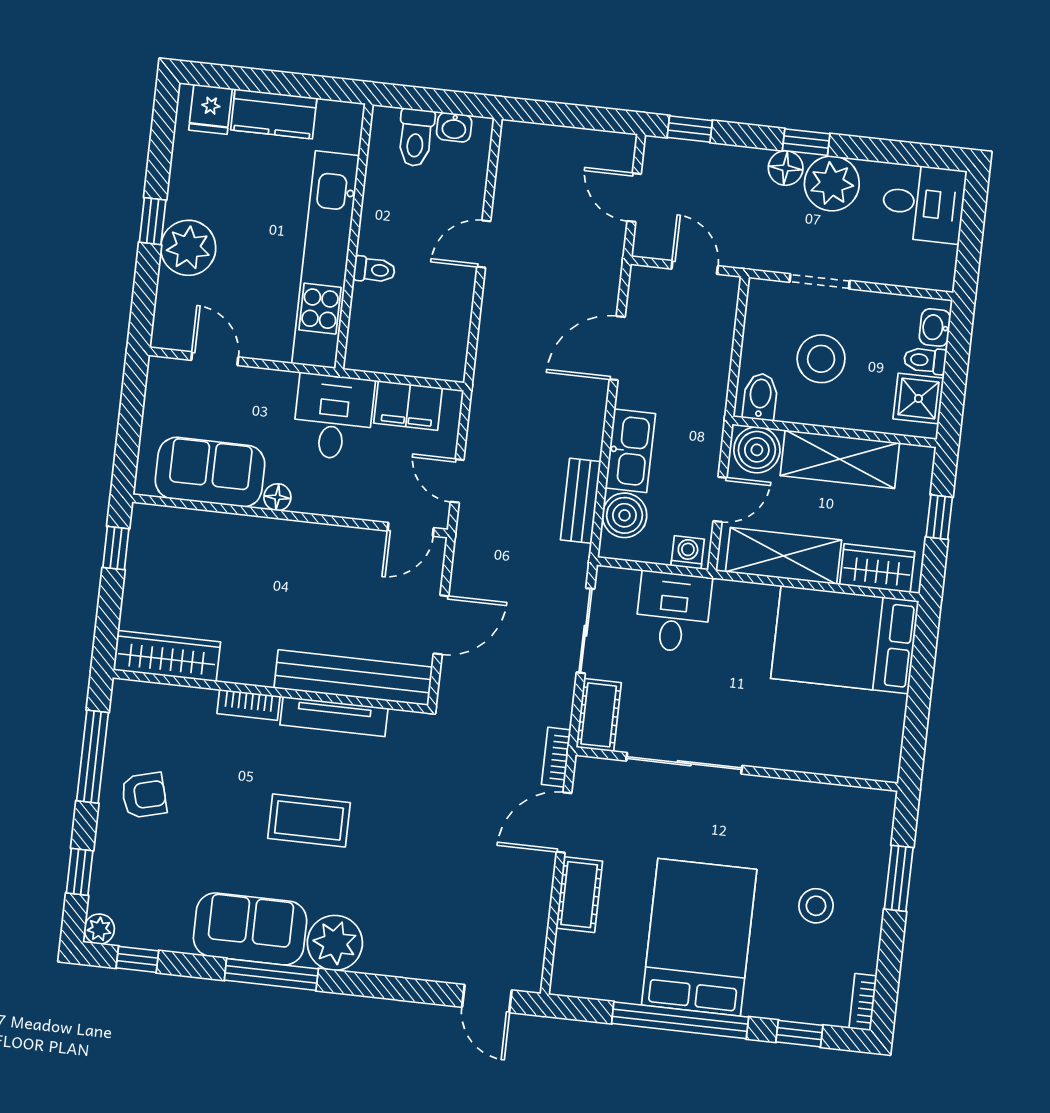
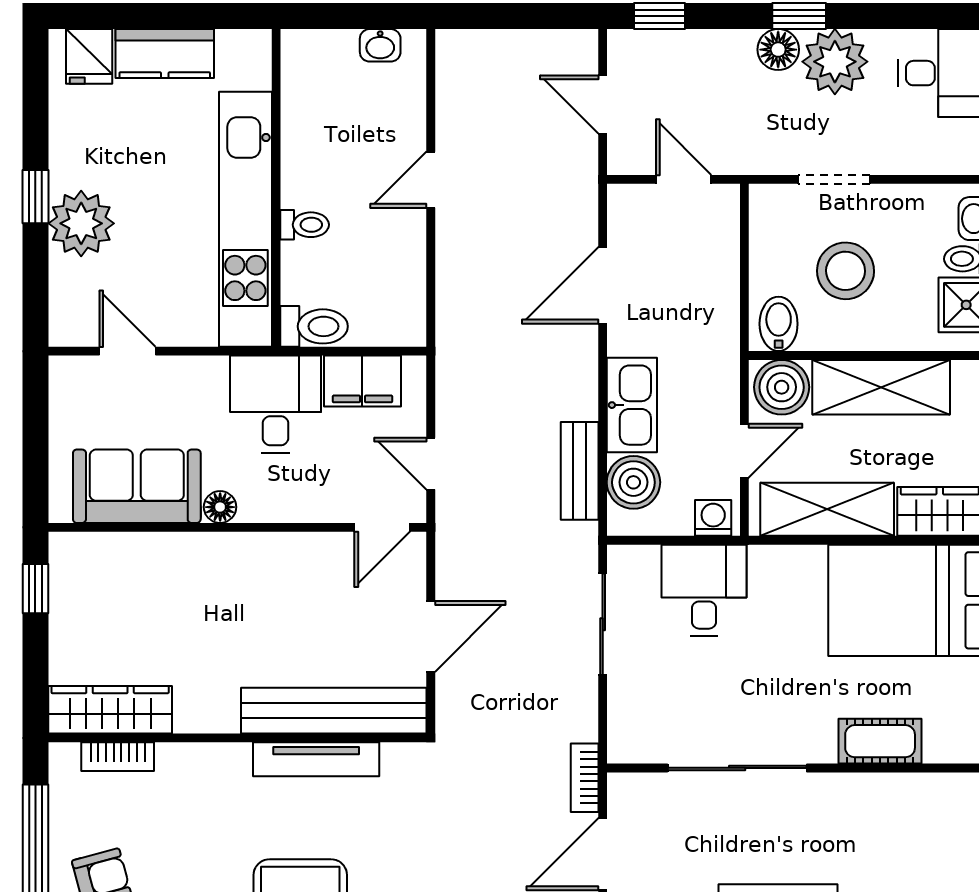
toilet: (416, 138) -> (314, 326), moved, turned -90
bookcase: (249, 705) -> (118, 757), moved
cot: (599, 715) -> (880, 741), moved, turned 90

